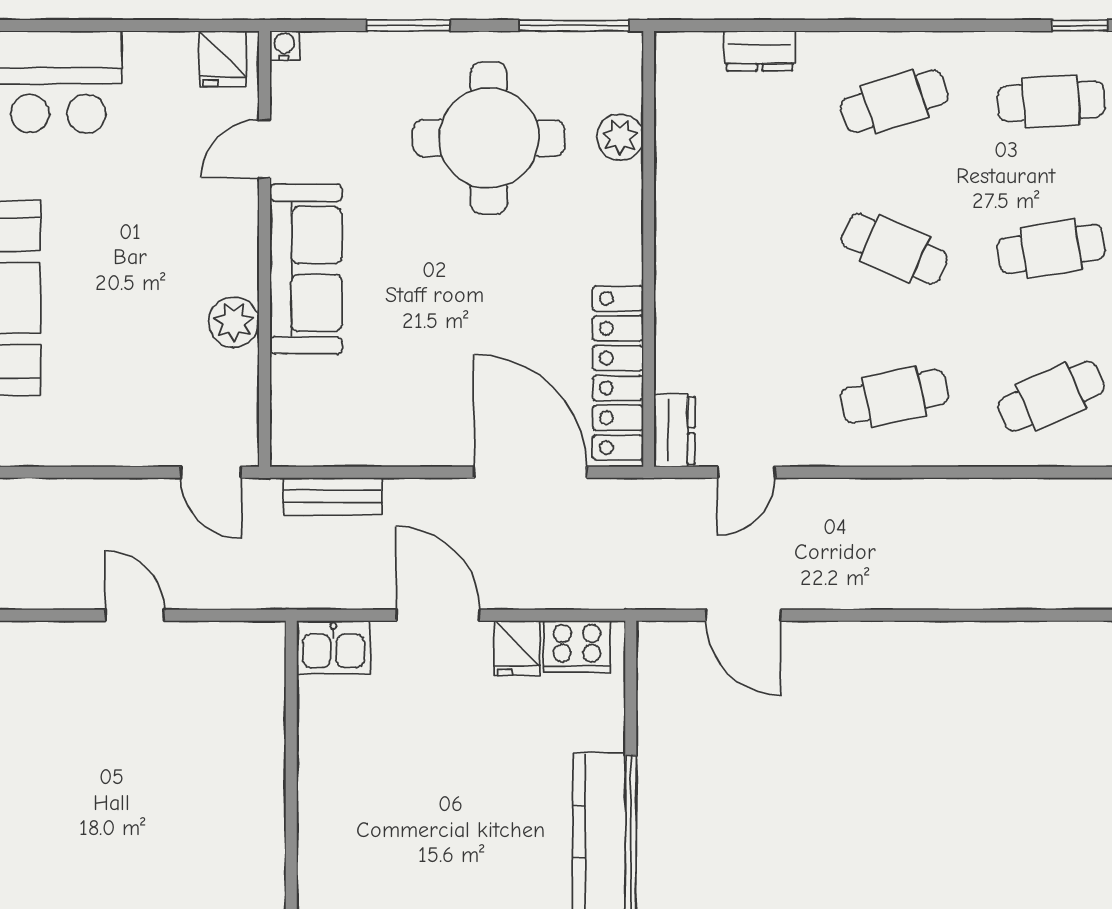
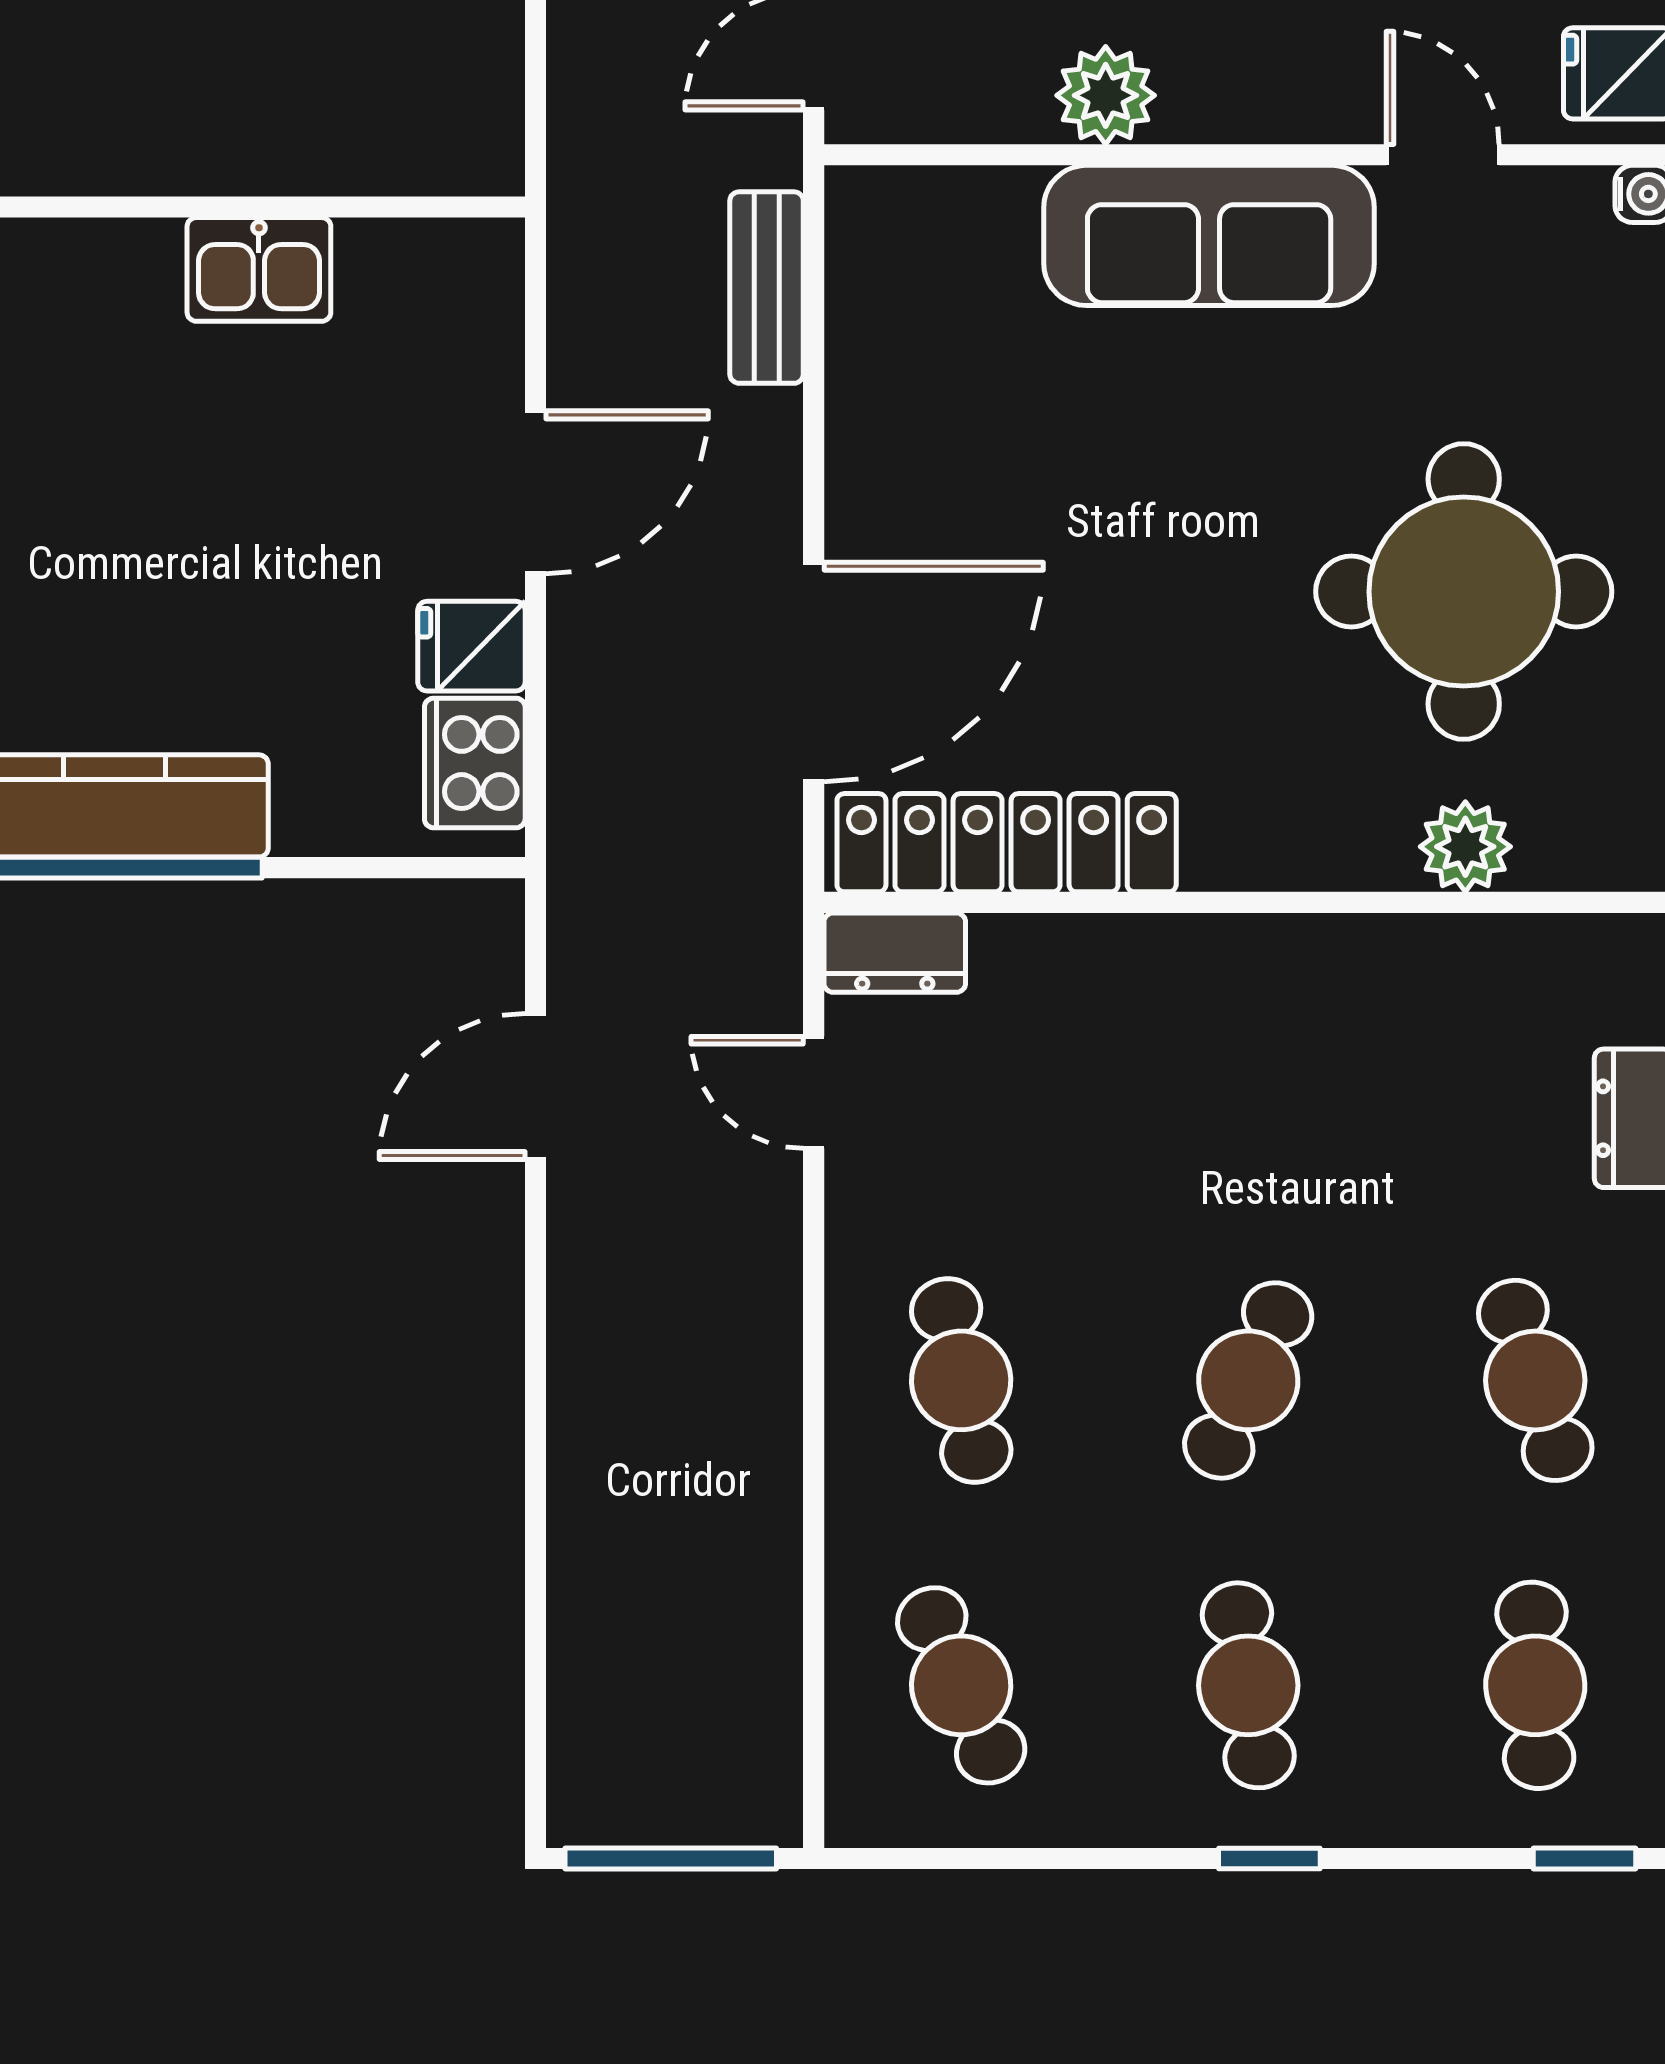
kitchen sink: (333, 647) -> (259, 269), moved, turned -90

